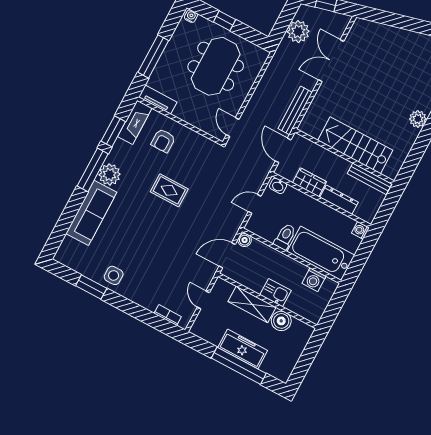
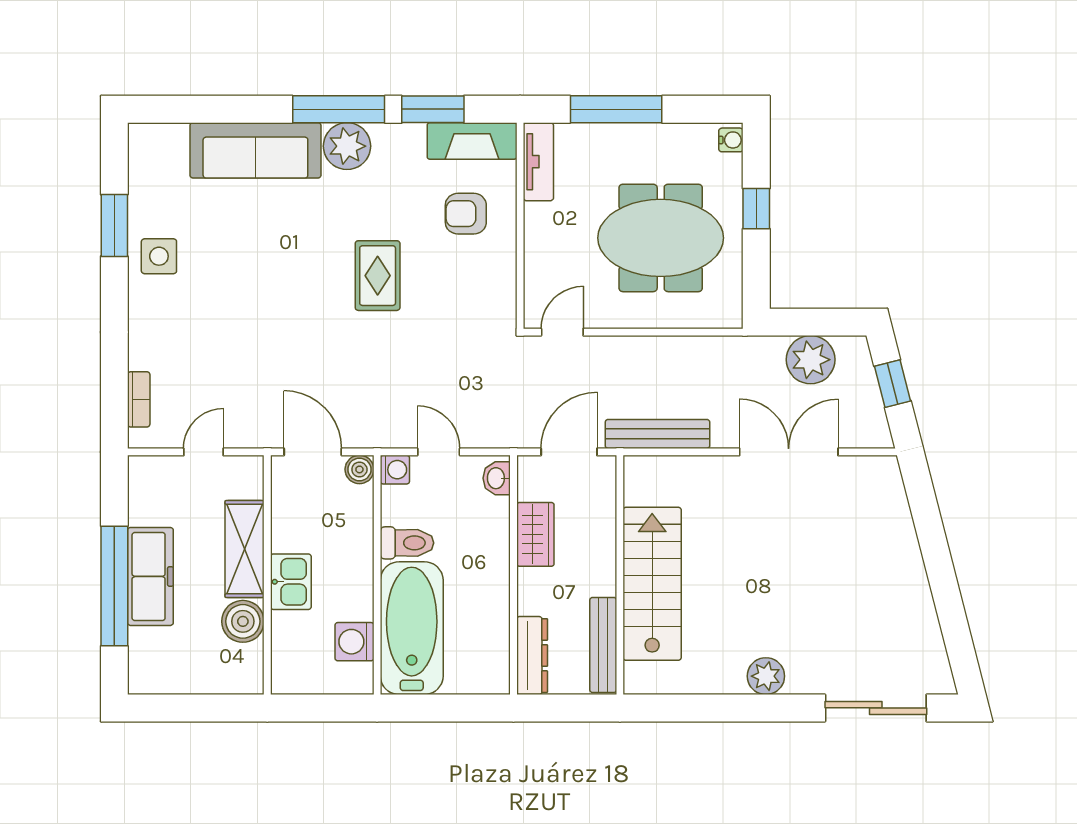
dresser: (339, 200) -> (532, 656), moved
washing machine: (360, 230) -> (395, 470), moved, turned 90

